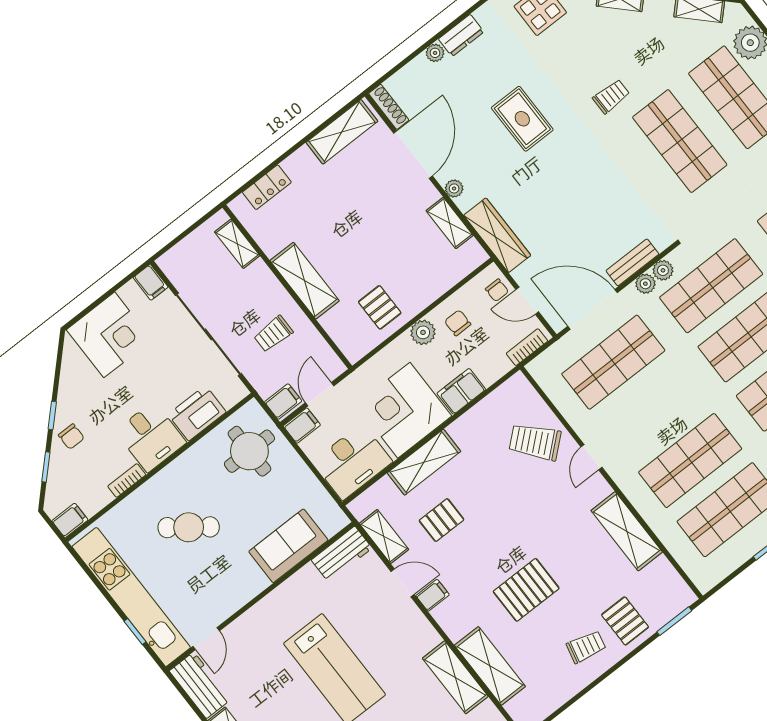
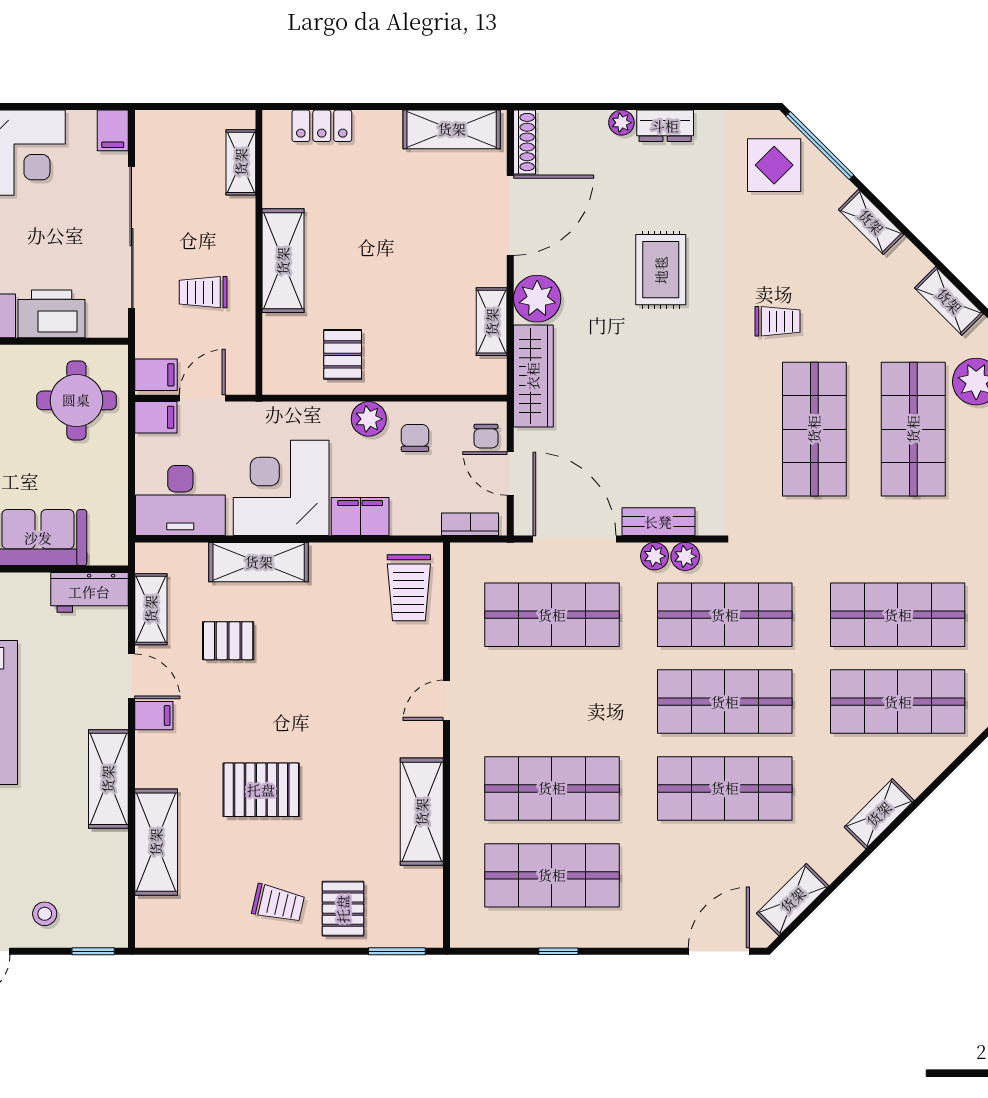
plant: (454, 188) -> (537, 299), width x1.88, depth x1.88
trolley: (535, 442) -> (409, 588), moved, turned -139
shelving: (455, 677) -> (108, 779), moved

